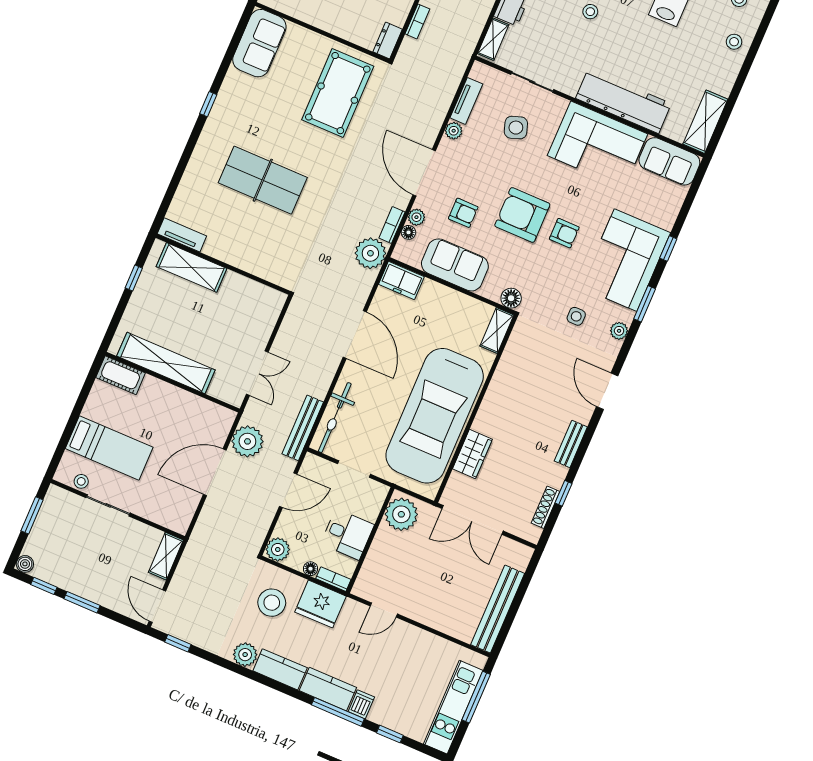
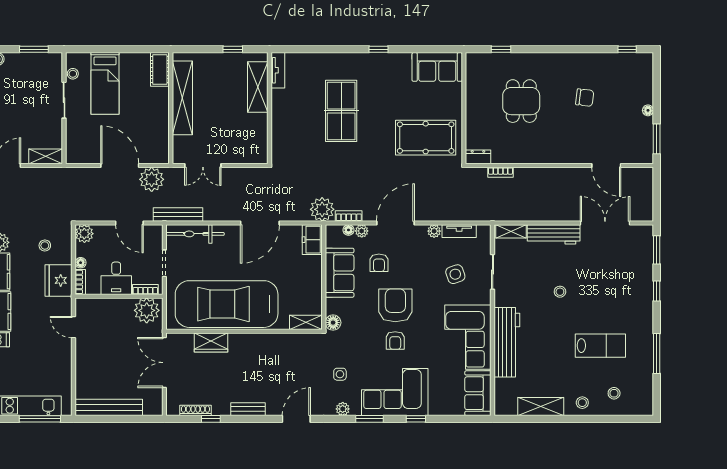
shelving: (705, 122) -> (541, 407), moved
bookcase: (376, 505) -> (145, 289), added
stool: (272, 603) -> (45, 245), width x0.53, depth x0.53

